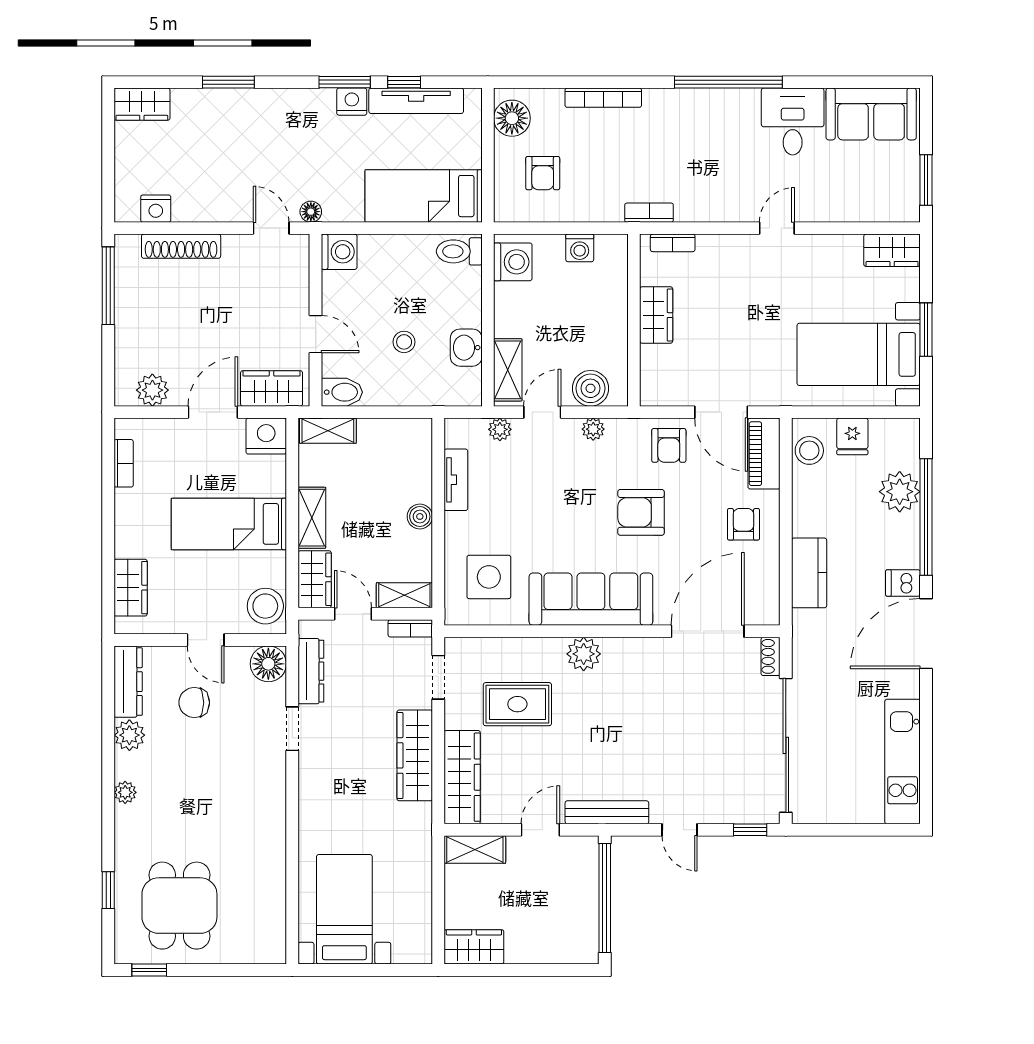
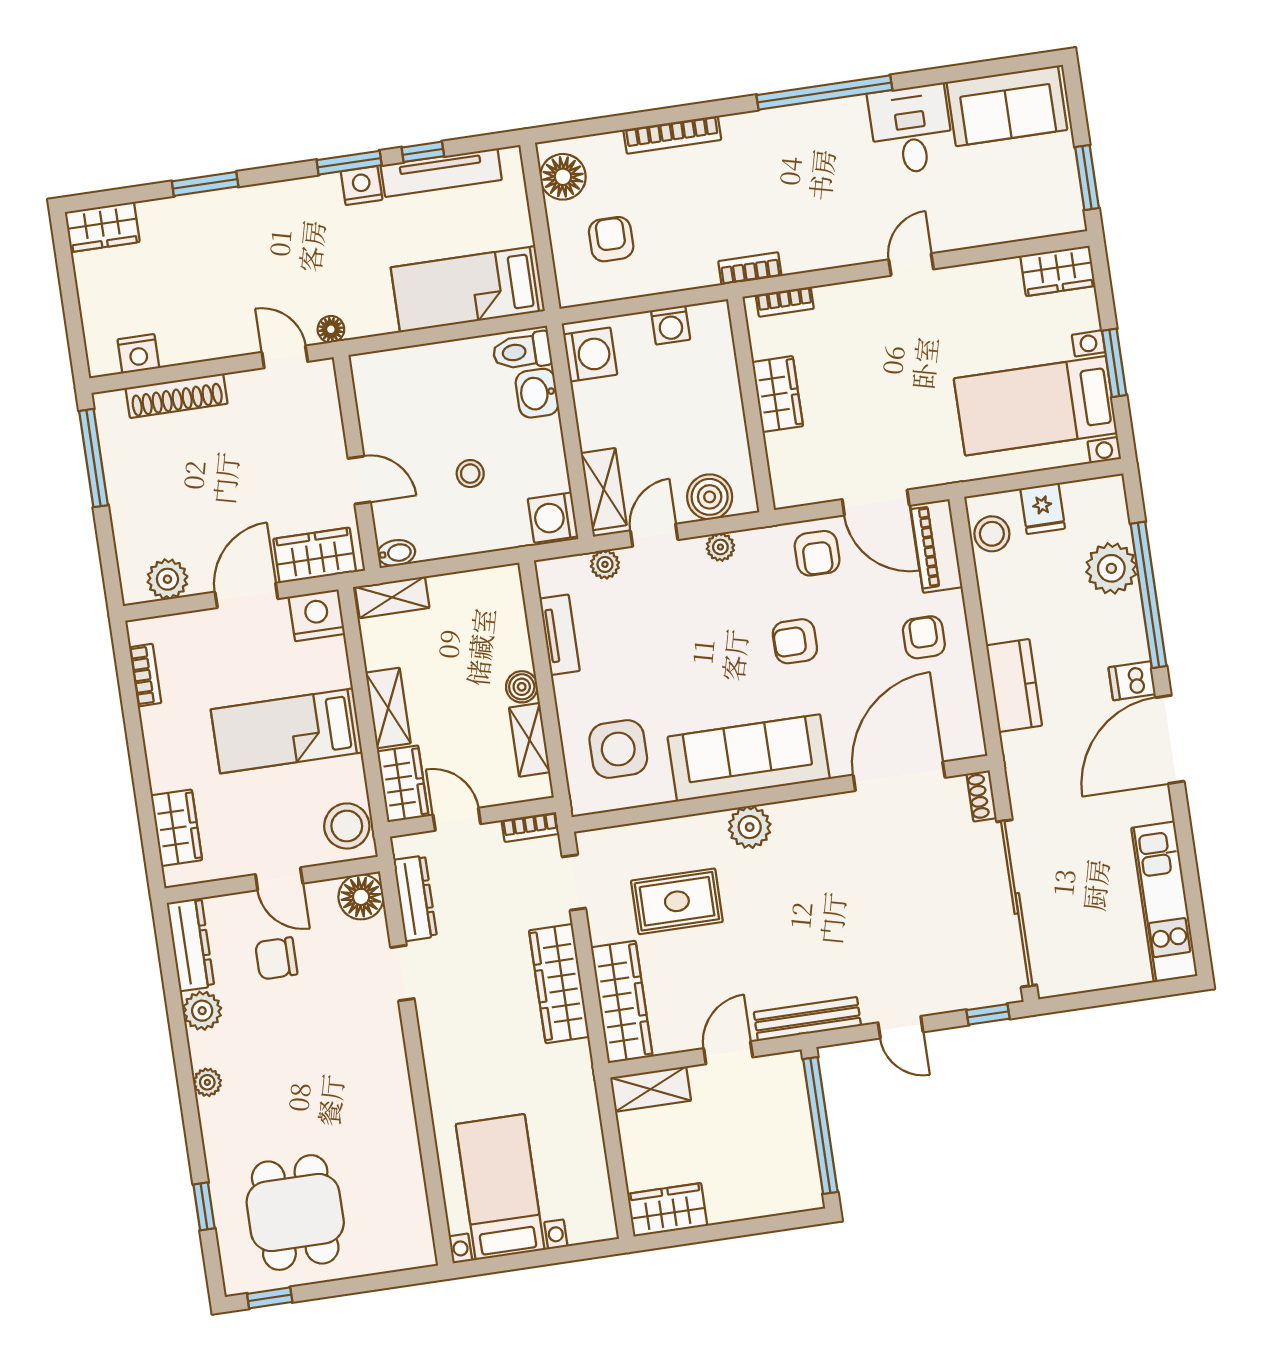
armchair: (543, 173) -> (611, 239), turned 180
washing machine: (339, 252) -> (553, 518), moved, turned 180
washbasin: (466, 348) -> (537, 393), moved
bidet: (342, 392) -> (396, 553), width x0.72, depth x0.74
armchair: (641, 512) -> (795, 641), width x0.72, depth x0.72
shelving: (404, 595) -> (529, 740), moved, turned 90

